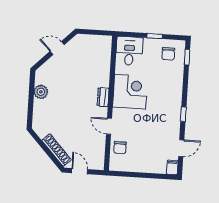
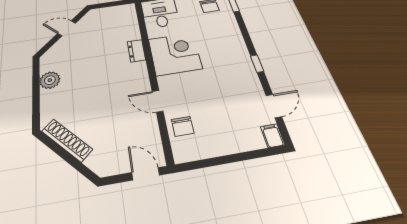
dresser: (103, 97) -> (136, 51), moved
shoe rack: (57, 150) -> (67, 140), moved
door: (80, 171) -> (146, 174), moved

